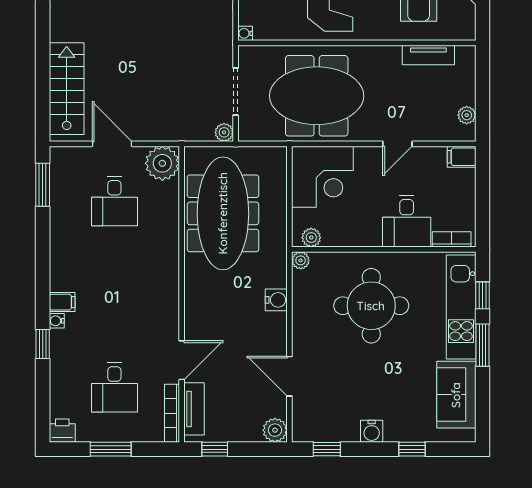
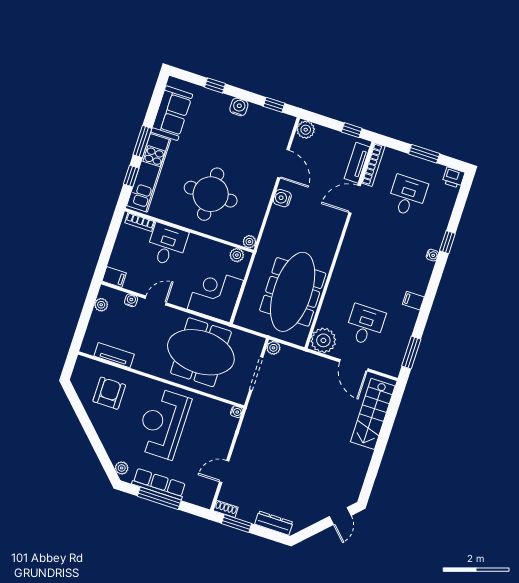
water cooler: (430, 134) -> (131, 300), added
water cooler: (276, 300) -> (282, 198), moved
filing cabinet: (62, 302) -> (413, 301), moved

